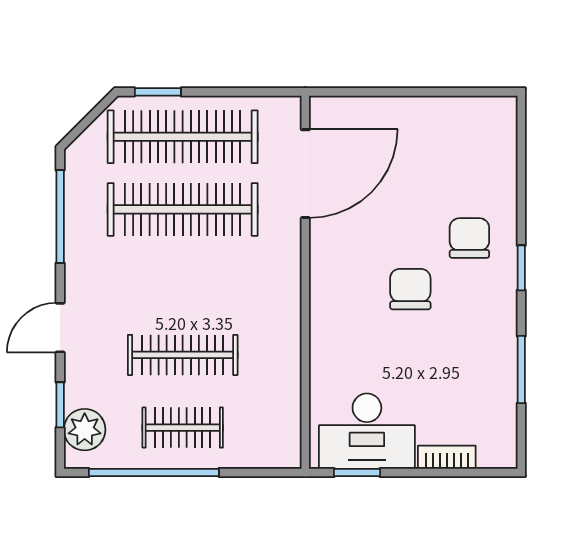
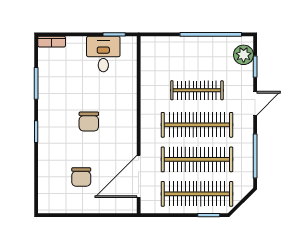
chair: (469, 238) -> (81, 177), moved
clothes rail: (183, 428) -> (197, 125), moved, width x1.86, depth x1.31
desk: (367, 431) -> (103, 54), width x0.73
bookcase: (447, 457) -> (52, 42), moved

